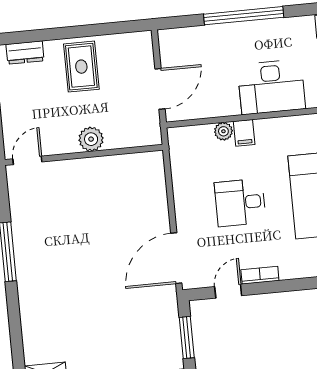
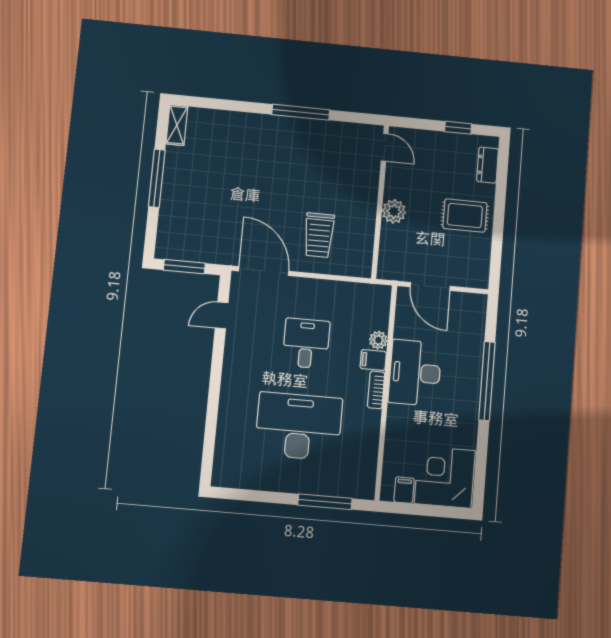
desk: (271, 87) -> (415, 373), moved
trolley: (130, 210) -> (319, 235), added
bookcase: (260, 275) -> (376, 390), moved, turned 180
door: (228, 291) -> (222, 315), swing flipped

